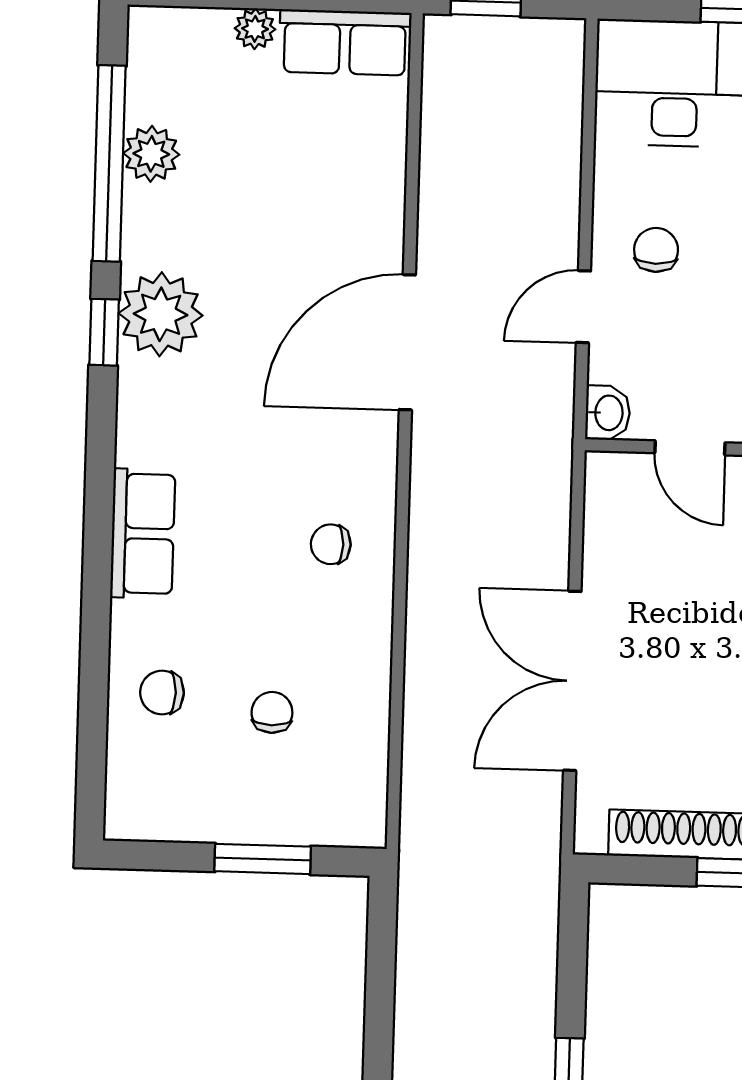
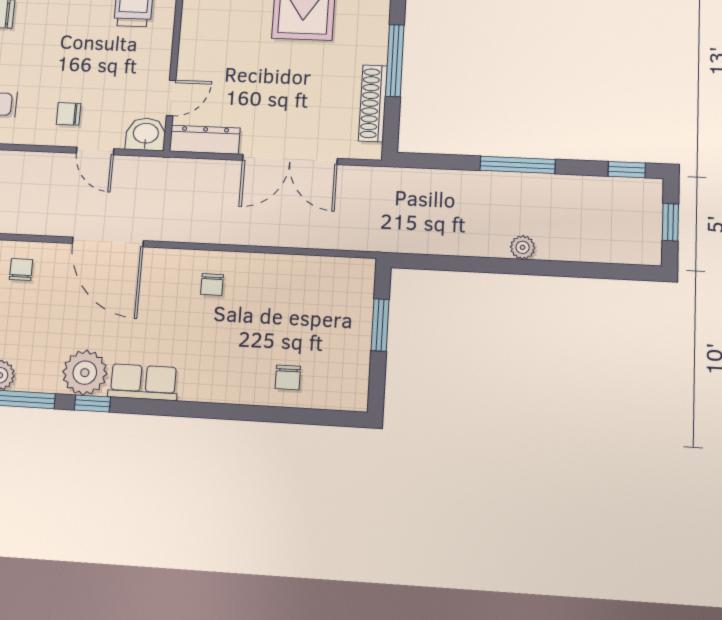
washbasin: (608, 413) -> (146, 134), width x1.38, depth x1.45
dresser: (608, 517) -> (205, 140), added
row of seats: (143, 534) -> (143, 382), moved
chair: (272, 712) -> (21, 270), moved, turned 90

